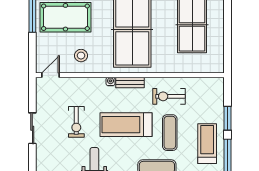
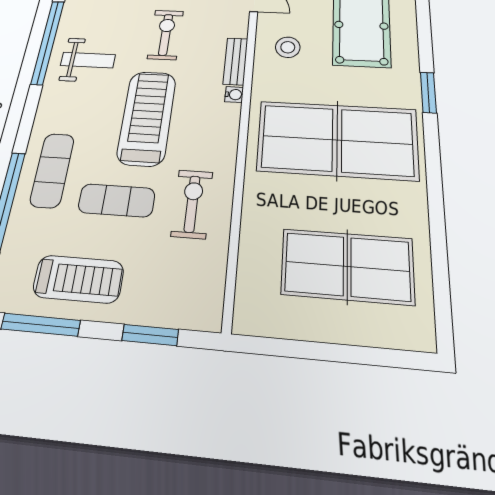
bench: (130, 82) -> (235, 61), moved
window: (227, 118) -> (150, 335), moved
exercise bike: (76, 122) -> (166, 35), turned 90

